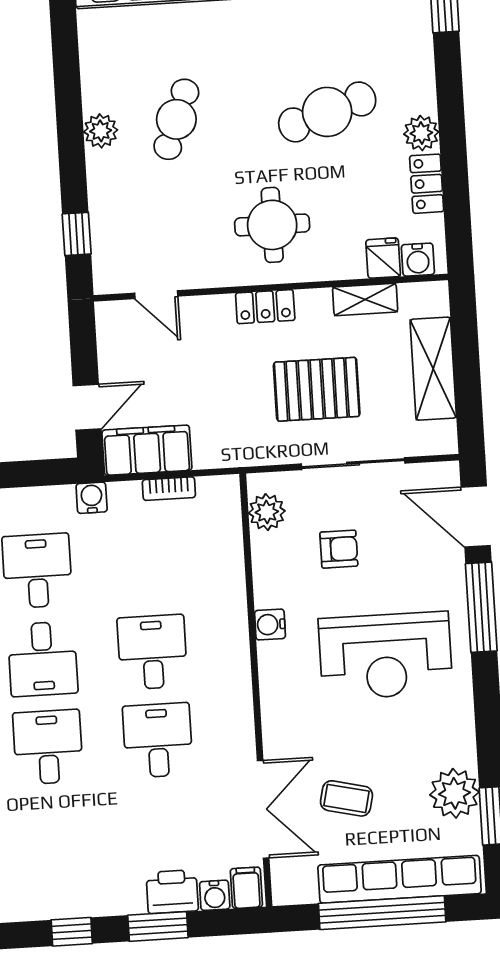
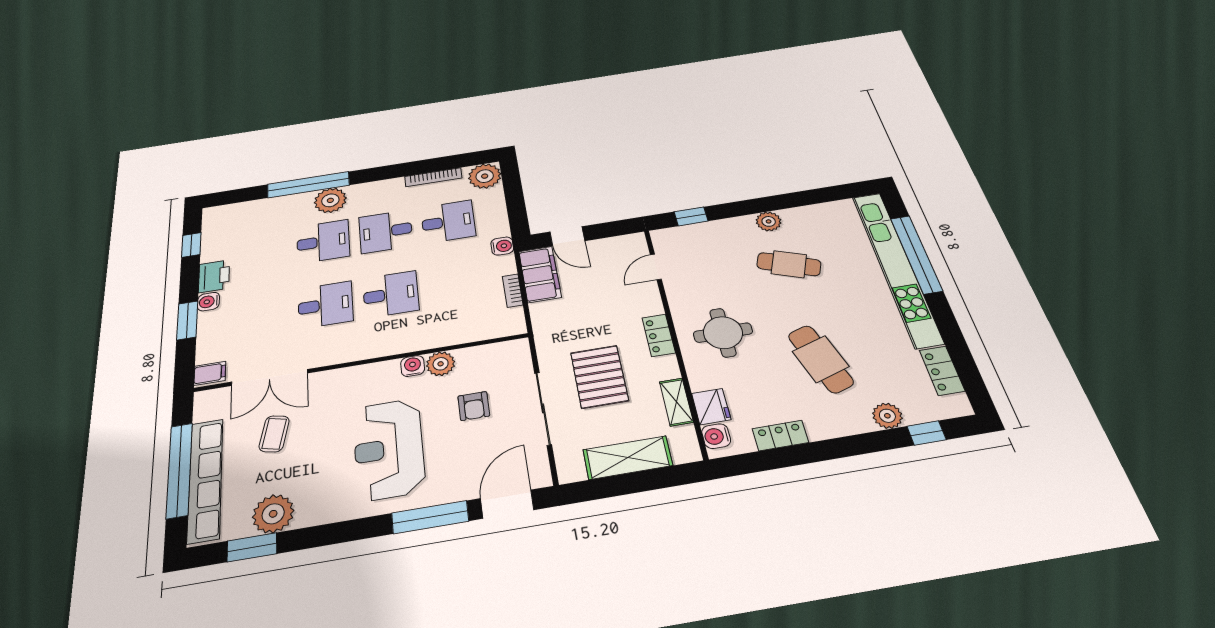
plant: (421, 133) -> (887, 416), moved
fridge: (383, 258) -> (711, 406), width x1.38
plant: (267, 512) -> (441, 364), moved
printer: (172, 892) -> (214, 276), moved
water cooler: (215, 895) -> (208, 302), moved
window: (72, 932) -> (191, 245), moved

